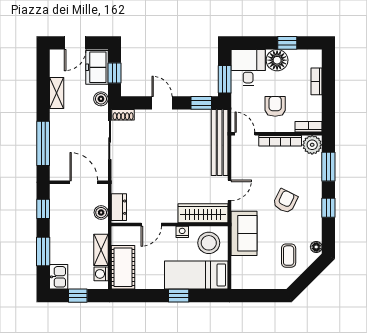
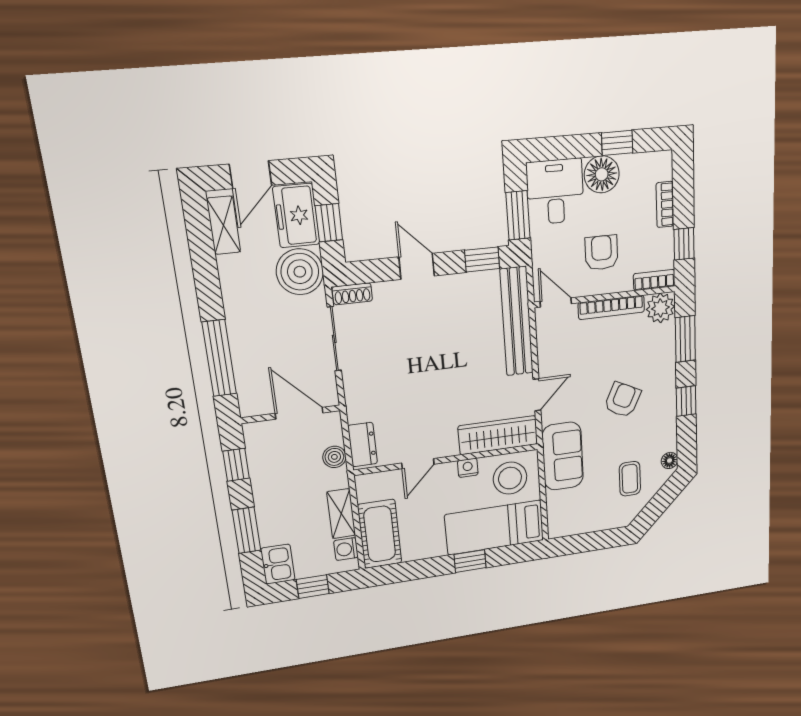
shelving: (57, 93) -> (224, 225), moved
boiler: (101, 99) -> (300, 272), width x1.86, depth x1.86
window: (328, 106) -> (684, 244), added

